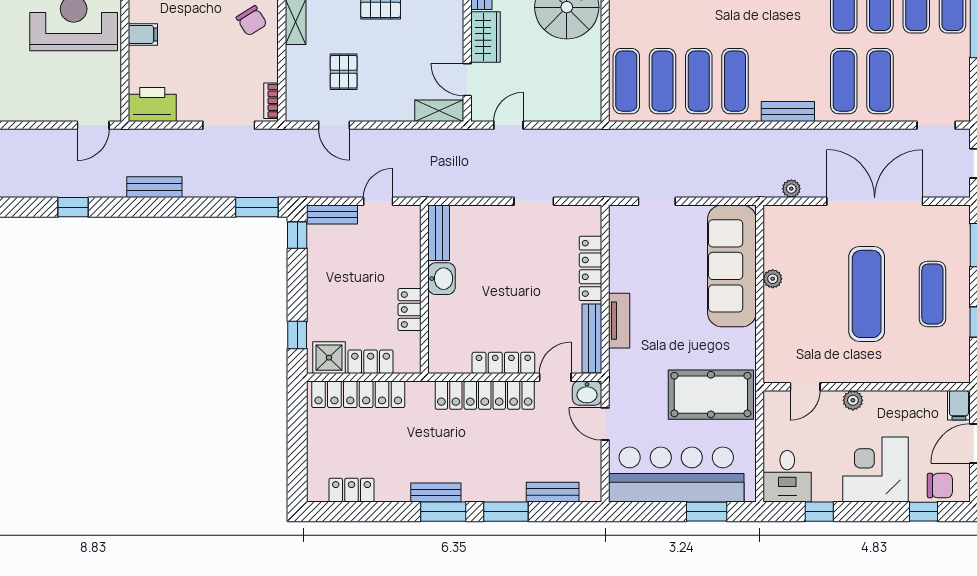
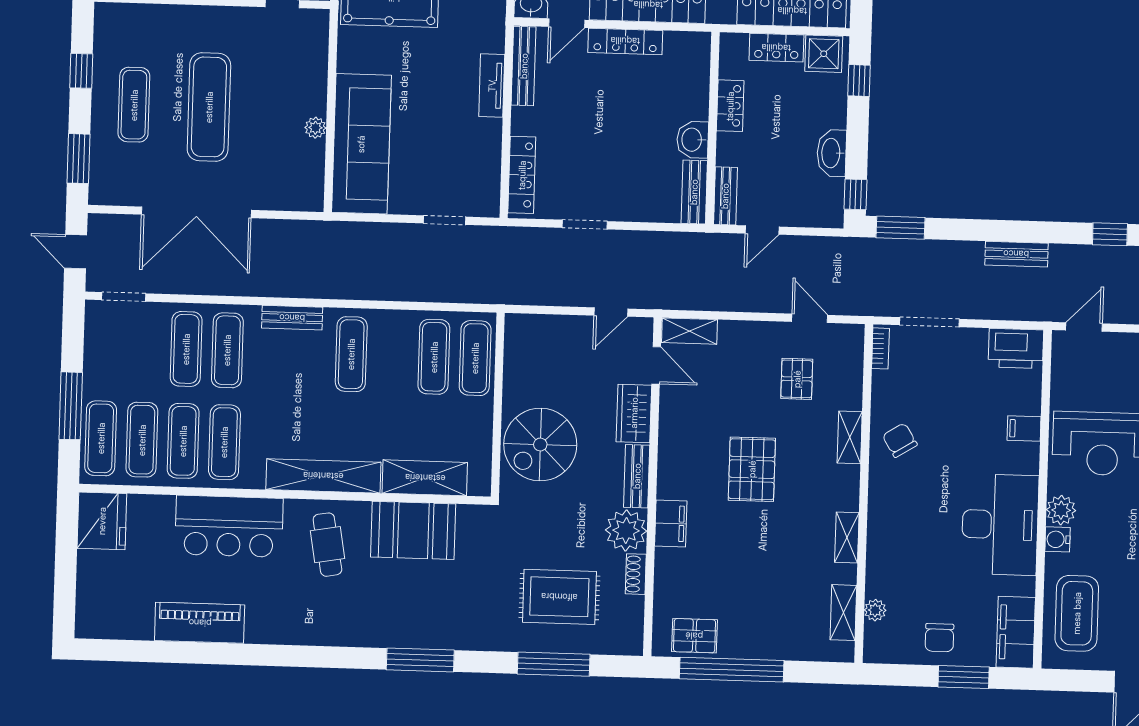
exercise mat: (699, 81) -> (393, 355), removed
plant: (791, 189) -> (291, 230), removed
bench: (332, 215) -> (725, 196), moved, turned 90
locker: (590, 268) -> (522, 175), moved
washbasin: (319, 271) -> (832, 153), added

